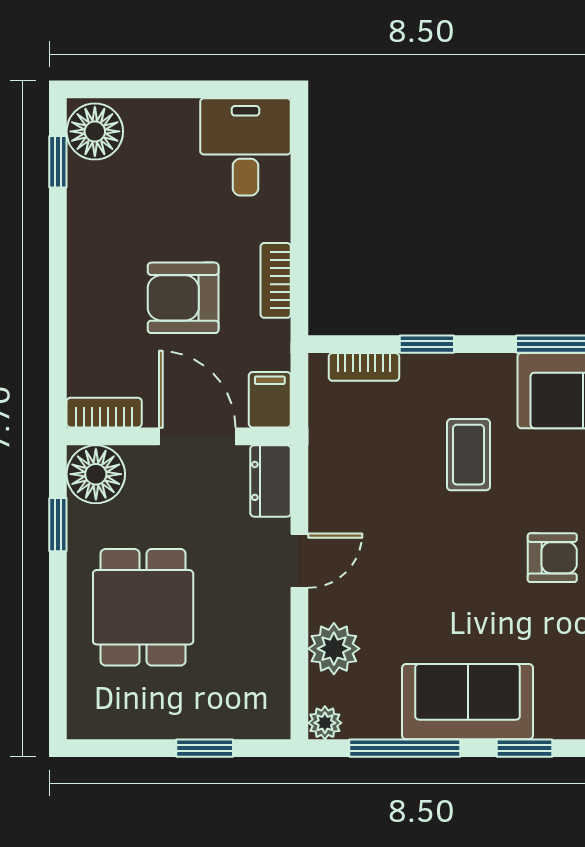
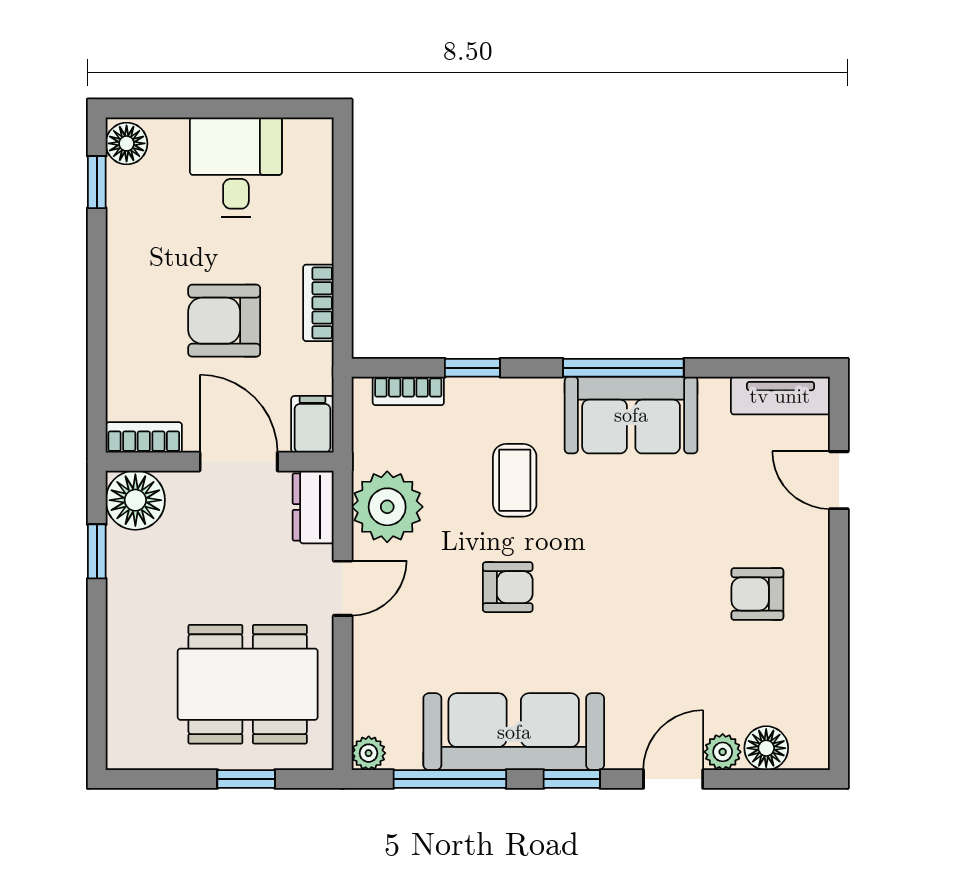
floor lamp: (95, 131) -> (127, 143), width x0.73, depth x0.73
desk: (245, 147) -> (236, 167), moved
armchair: (552, 558) -> (508, 587), moved
dining table: (143, 607) -> (248, 684), moved, width x1.38
plant: (334, 649) -> (387, 507), moved, width x1.36, depth x1.36
sofa: (468, 702) -> (514, 732), width x1.36

